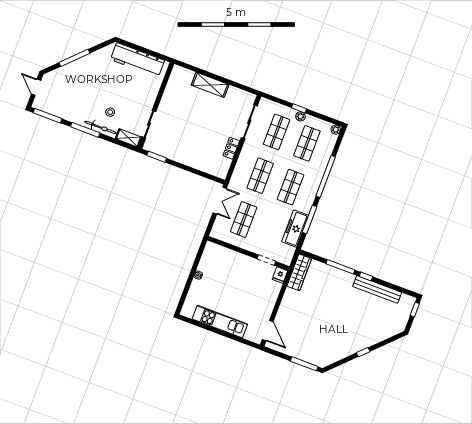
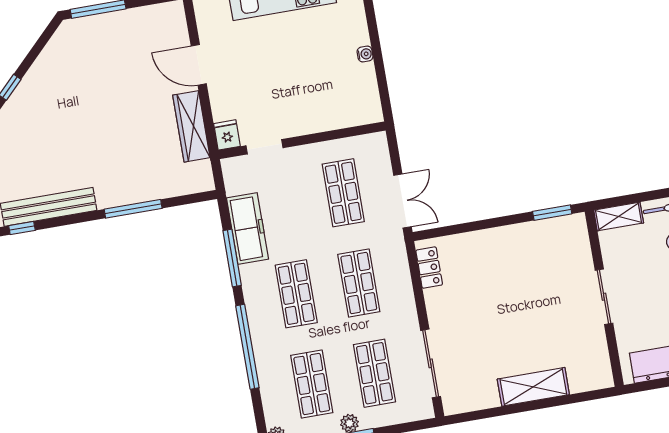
sliding door: (149, 124) -> (604, 297), moved
locker: (231, 148) -> (429, 268), moved
double door: (220, 201) -> (403, 201), swing flipped
wardrobe: (299, 272) -> (191, 126), moved
window: (366, 276) -> (22, 228), moved
door: (268, 331) -> (199, 65), moved

